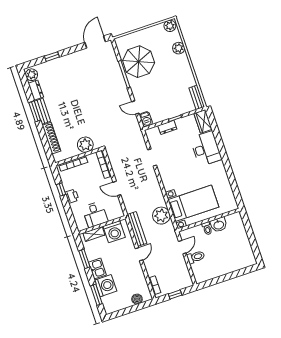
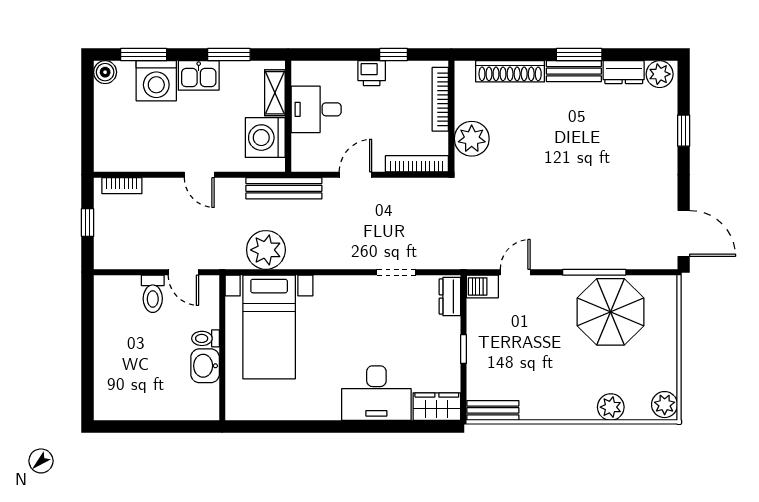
dresser: (167, 127) -> (450, 297), moved
bench: (137, 229) -> (284, 188), moved
boiler: (137, 299) -> (105, 72), moved

